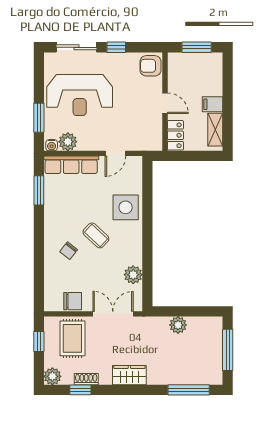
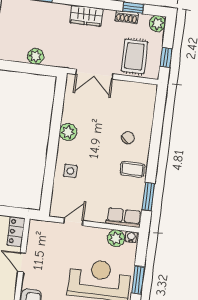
window: (39, 118) -> (138, 280), moved
row of seats: (71, 165) -> (124, 218), width x0.68
side table: (126, 207) -> (70, 171), width x0.54, depth x0.54
coffee table: (96, 235) -> (132, 169), moved, turned -43
plant: (133, 275) -> (68, 132), moved
chair: (73, 301) -> (130, 91), removed

